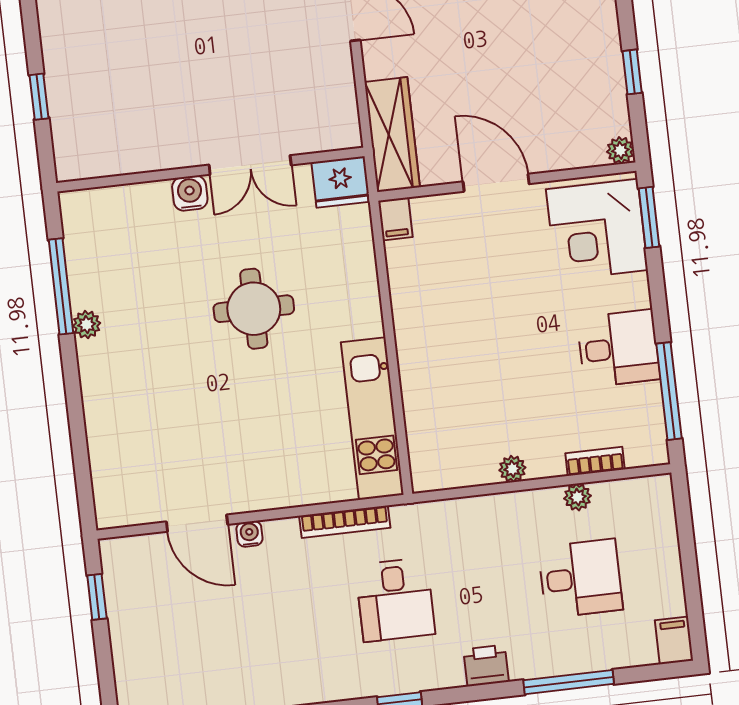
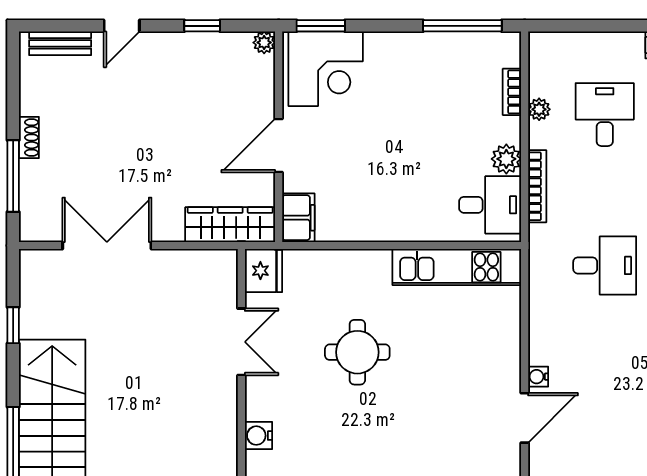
water cooler: (190, 193) -> (258, 436), moved
filing cabinet: (395, 219) -> (298, 218), width x2.00
desk: (618, 348) -> (490, 205), moved, turned 90
plant: (512, 469) -> (506, 159), width x1.38, depth x1.38
bookcase: (345, 522) -> (537, 186), moved

